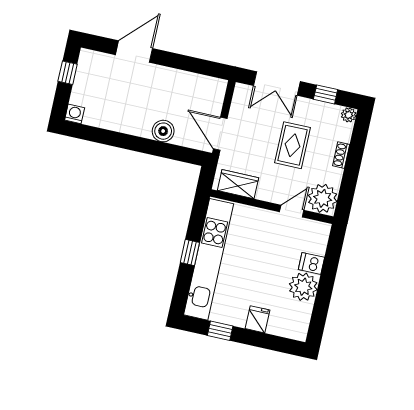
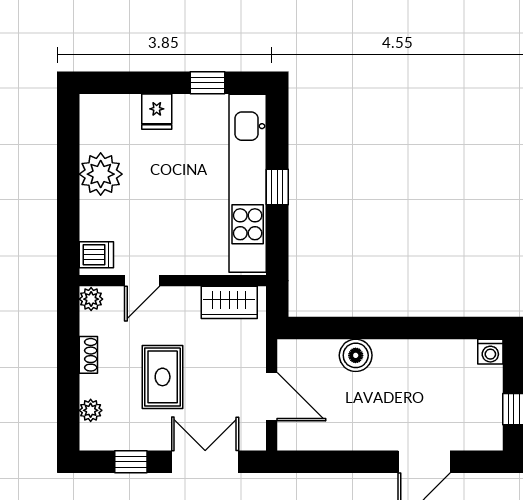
plant: (349, 115) -> (91, 410), moved
door: (220, 134) -> (272, 397), moved
shoe rack: (341, 155) -> (88, 355), moved
plant: (323, 198) -> (91, 299), width x0.53, depth x0.53
dishwasher: (311, 263) -> (96, 255), moved

